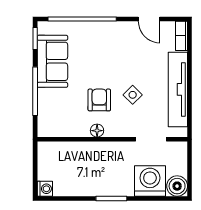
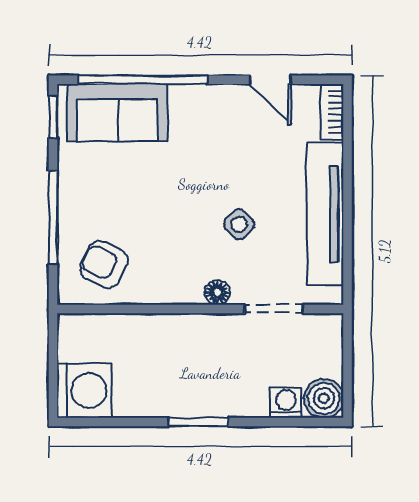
sofa: (52, 61) -> (118, 113), moved, turned 90
armchair: (99, 100) -> (104, 264), moved, turned -64
floor lamp: (97, 131) -> (217, 292), moved
washing machine: (150, 181) -> (286, 402), width x0.53, depth x0.53
washing machine: (45, 189) -> (85, 391), width x1.89, depth x1.89

